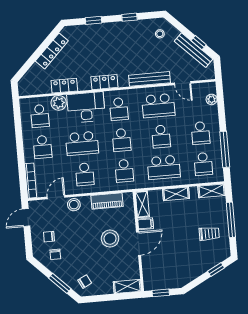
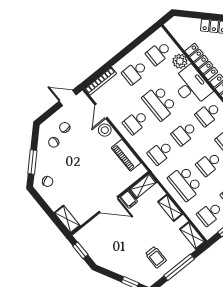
locker: (64, 86) -> (201, 62), width x1.53
door: (56, 197) -> (101, 111), swing flipped
stool: (110, 239) -> (97, 178), removed

